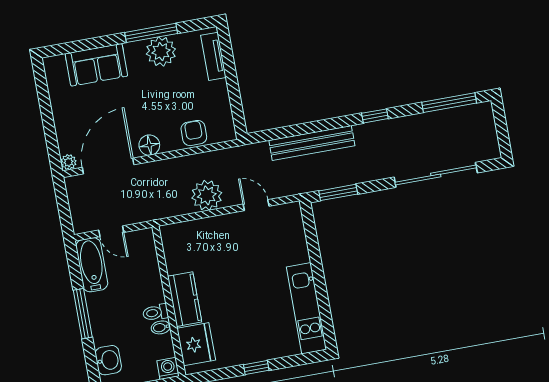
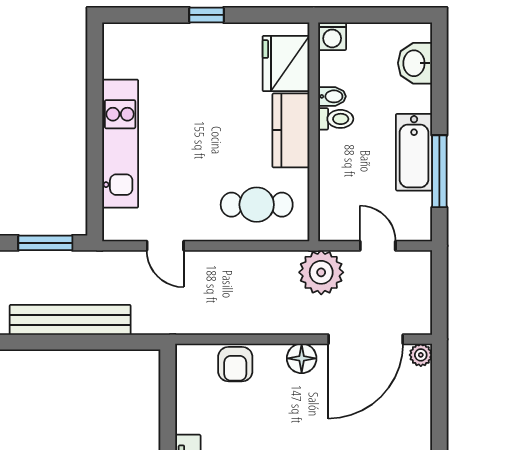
plant: (207, 195) -> (321, 272), moved
cafe table: (199, 244) -> (257, 205), added
bathtub: (92, 265) -> (414, 152), moved
kitchen unit: (306, 308) -> (120, 144), moved
window: (83, 314) -> (439, 171), moved

